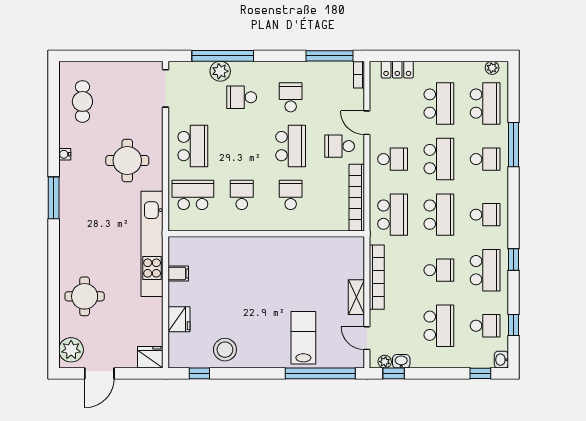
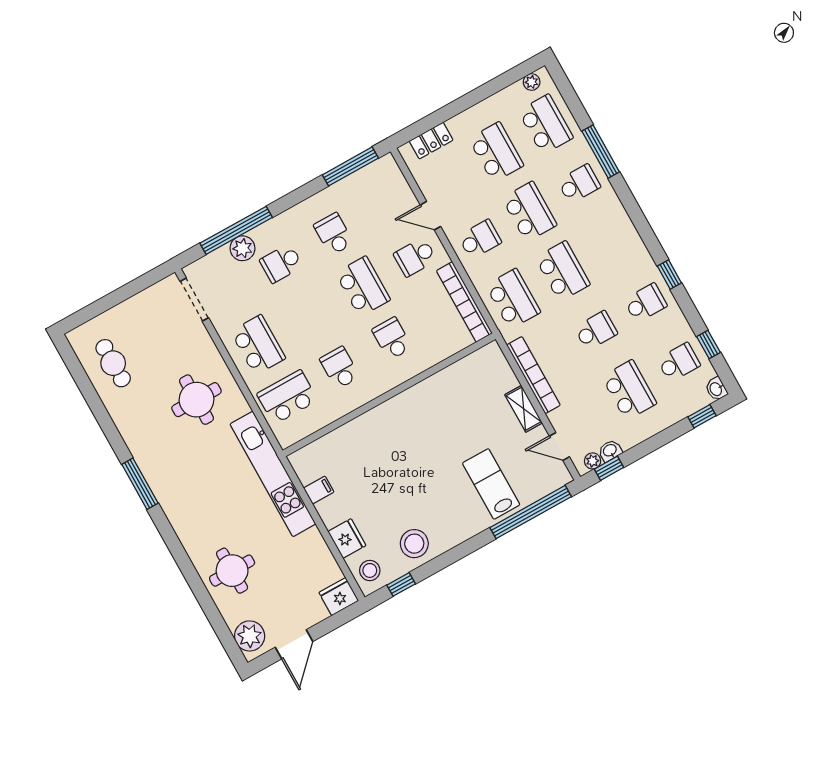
bookcase: (359, 75) -> (393, 169), removed
water cooler: (65, 154) -> (126, 430), removed
school desk: (485, 215) -> (612, 243), removed
school desk: (485, 270) -> (645, 303), width x0.54
stool: (183, 351) -> (370, 570), added

